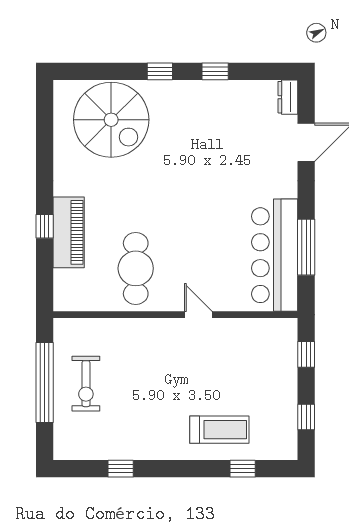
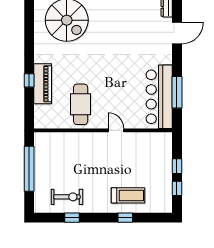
window: (306, 354) -> (177, 166), moved
exercise bike: (86, 384) -> (67, 197), moved, turned -90
window: (243, 469) -> (125, 218), moved

